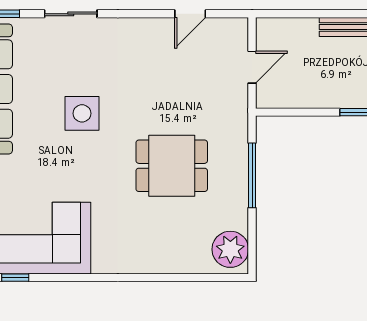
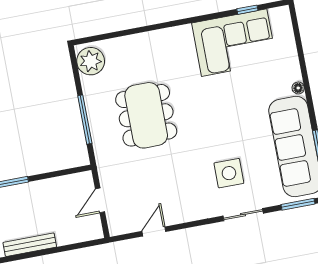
side table: (82, 113) -> (229, 173), moved
dining table: (172, 166) -> (146, 115), width x1.38

